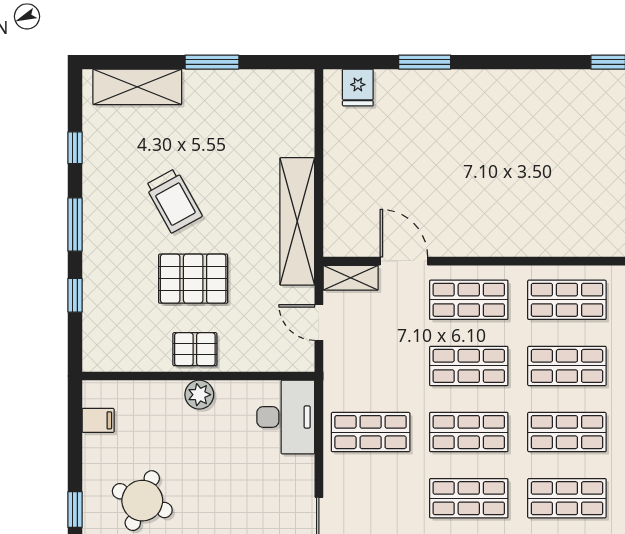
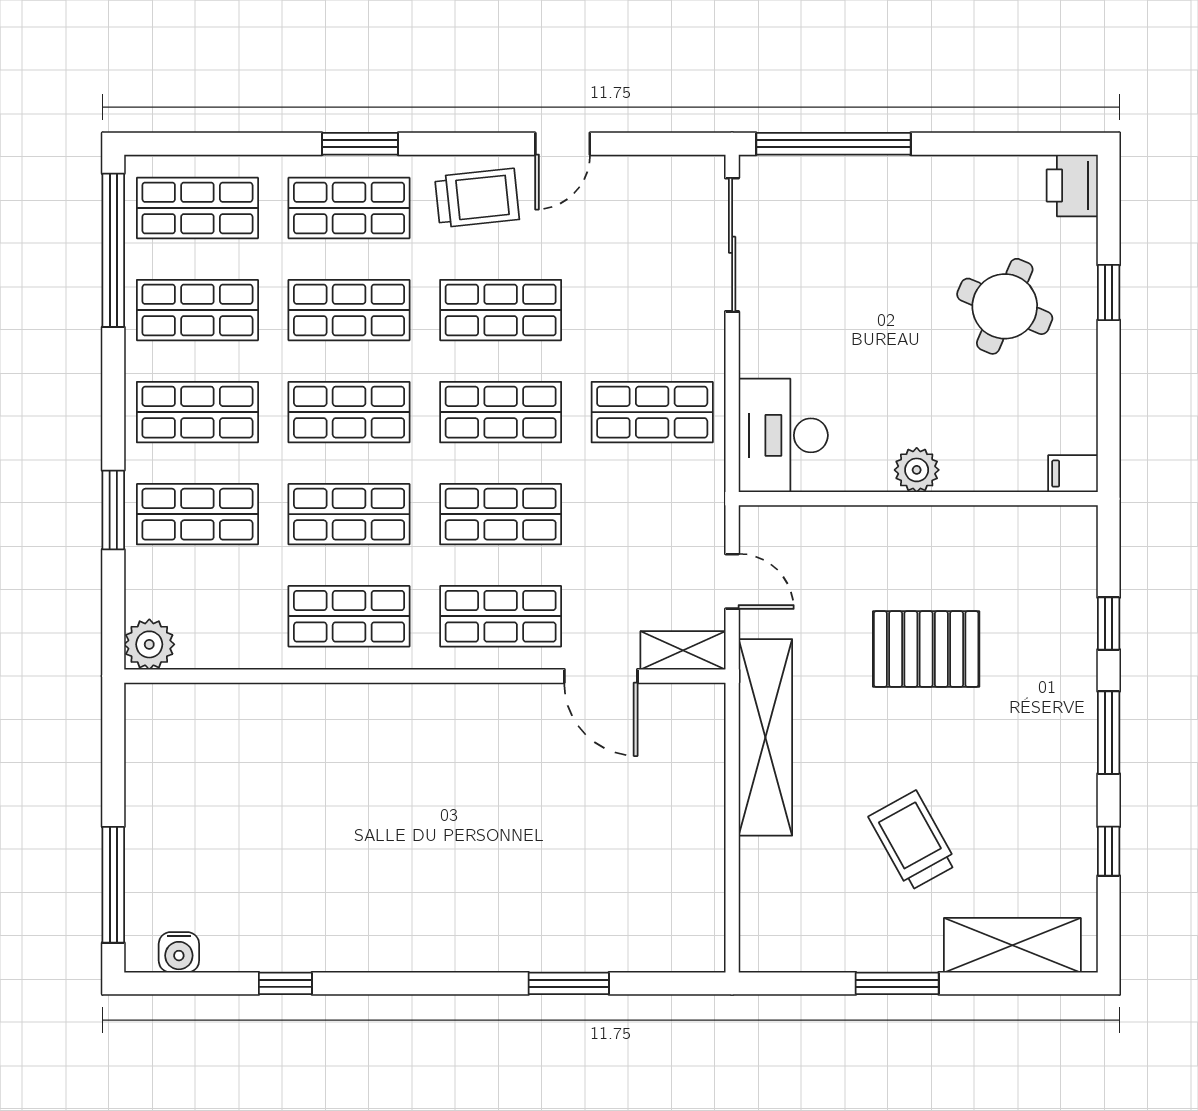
fridge: (358, 87) -> (672, 944), removed
trolley: (174, 201) -> (913, 841), moved
pallet: (195, 349) -> (923, 540), removed
filing cabinet: (98, 420) -> (1073, 474), moved

